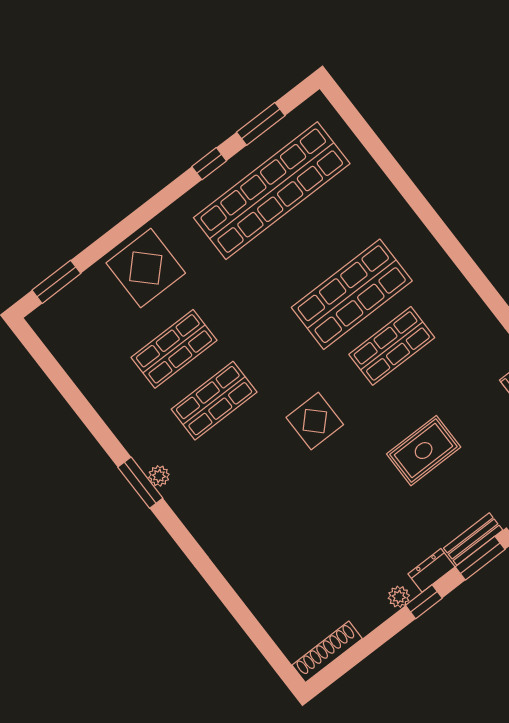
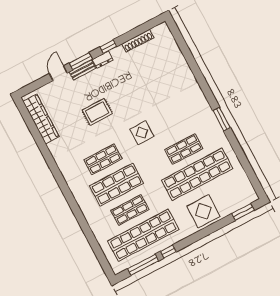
window: (261, 124) -> (143, 265), width x1.44
shop shelf: (312, 242) -> (130, 210), added
shop shelf: (174, 349) -> (197, 174), width x2.00, depth x1.36
plant: (159, 476) -> (213, 121), removed
plant: (399, 597) -> (119, 51), removed
shoe rack: (327, 652) -> (138, 41), moved

